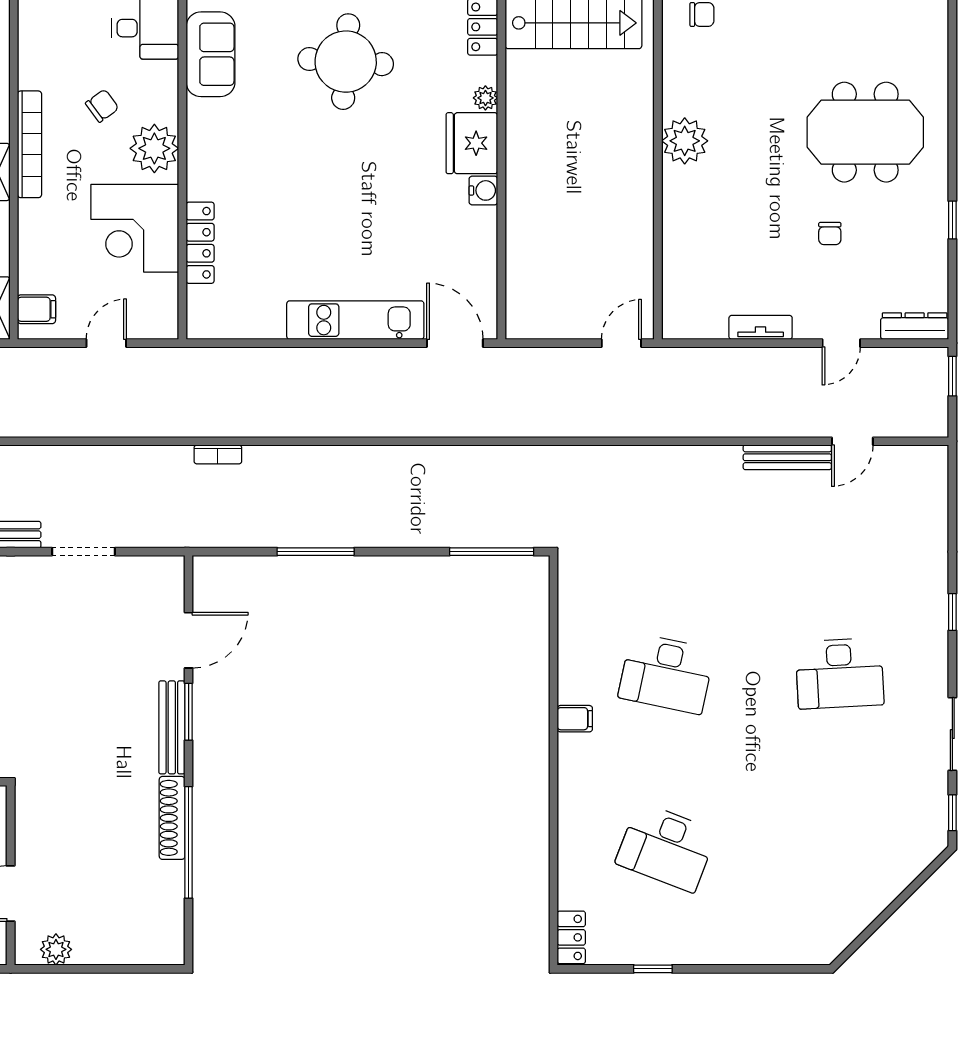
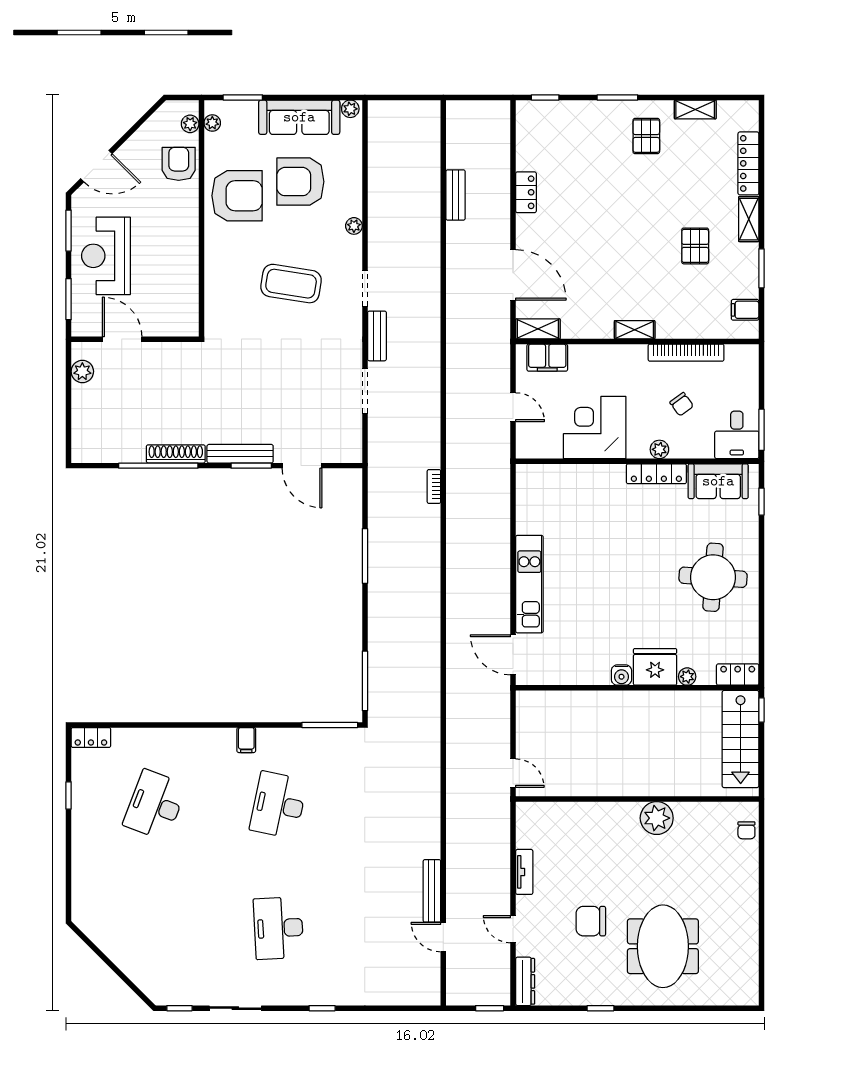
bookcase: (29, 144) -> (686, 353), moved
plant: (154, 148) -> (659, 449), width x0.53, depth x0.53
chair: (830, 234) -> (591, 921), width x1.87, depth x1.87
locker: (200, 243) -> (656, 474), moved
filing cabinet: (36, 309) -> (547, 358), width x2.00
door: (455, 343) -> (513, 655), swing flipped
window: (554, 601) -> (330, 725), added

